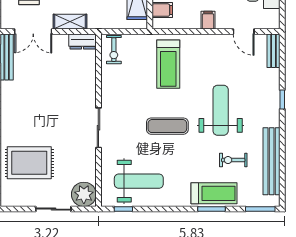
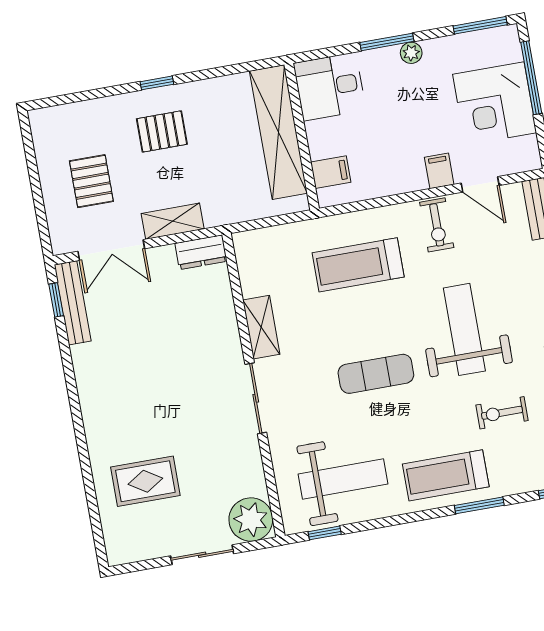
filing cabinet: (208, 20) -> (439, 171), moved
exercise bike: (114, 50) -> (437, 225), moved
treadmill: (168, 64) -> (358, 265), turned 90
shelving: (108, 89) -> (261, 327), added
rug: (29, 163) -> (145, 481), width x0.73, depth x0.70
treadmill: (214, 193) -> (446, 475), moved, turned 180

